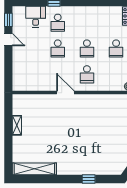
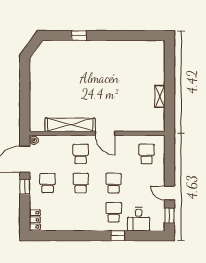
school desk: (29, 74) -> (147, 154), added
shelving: (34, 169) -> (70, 125), moved

